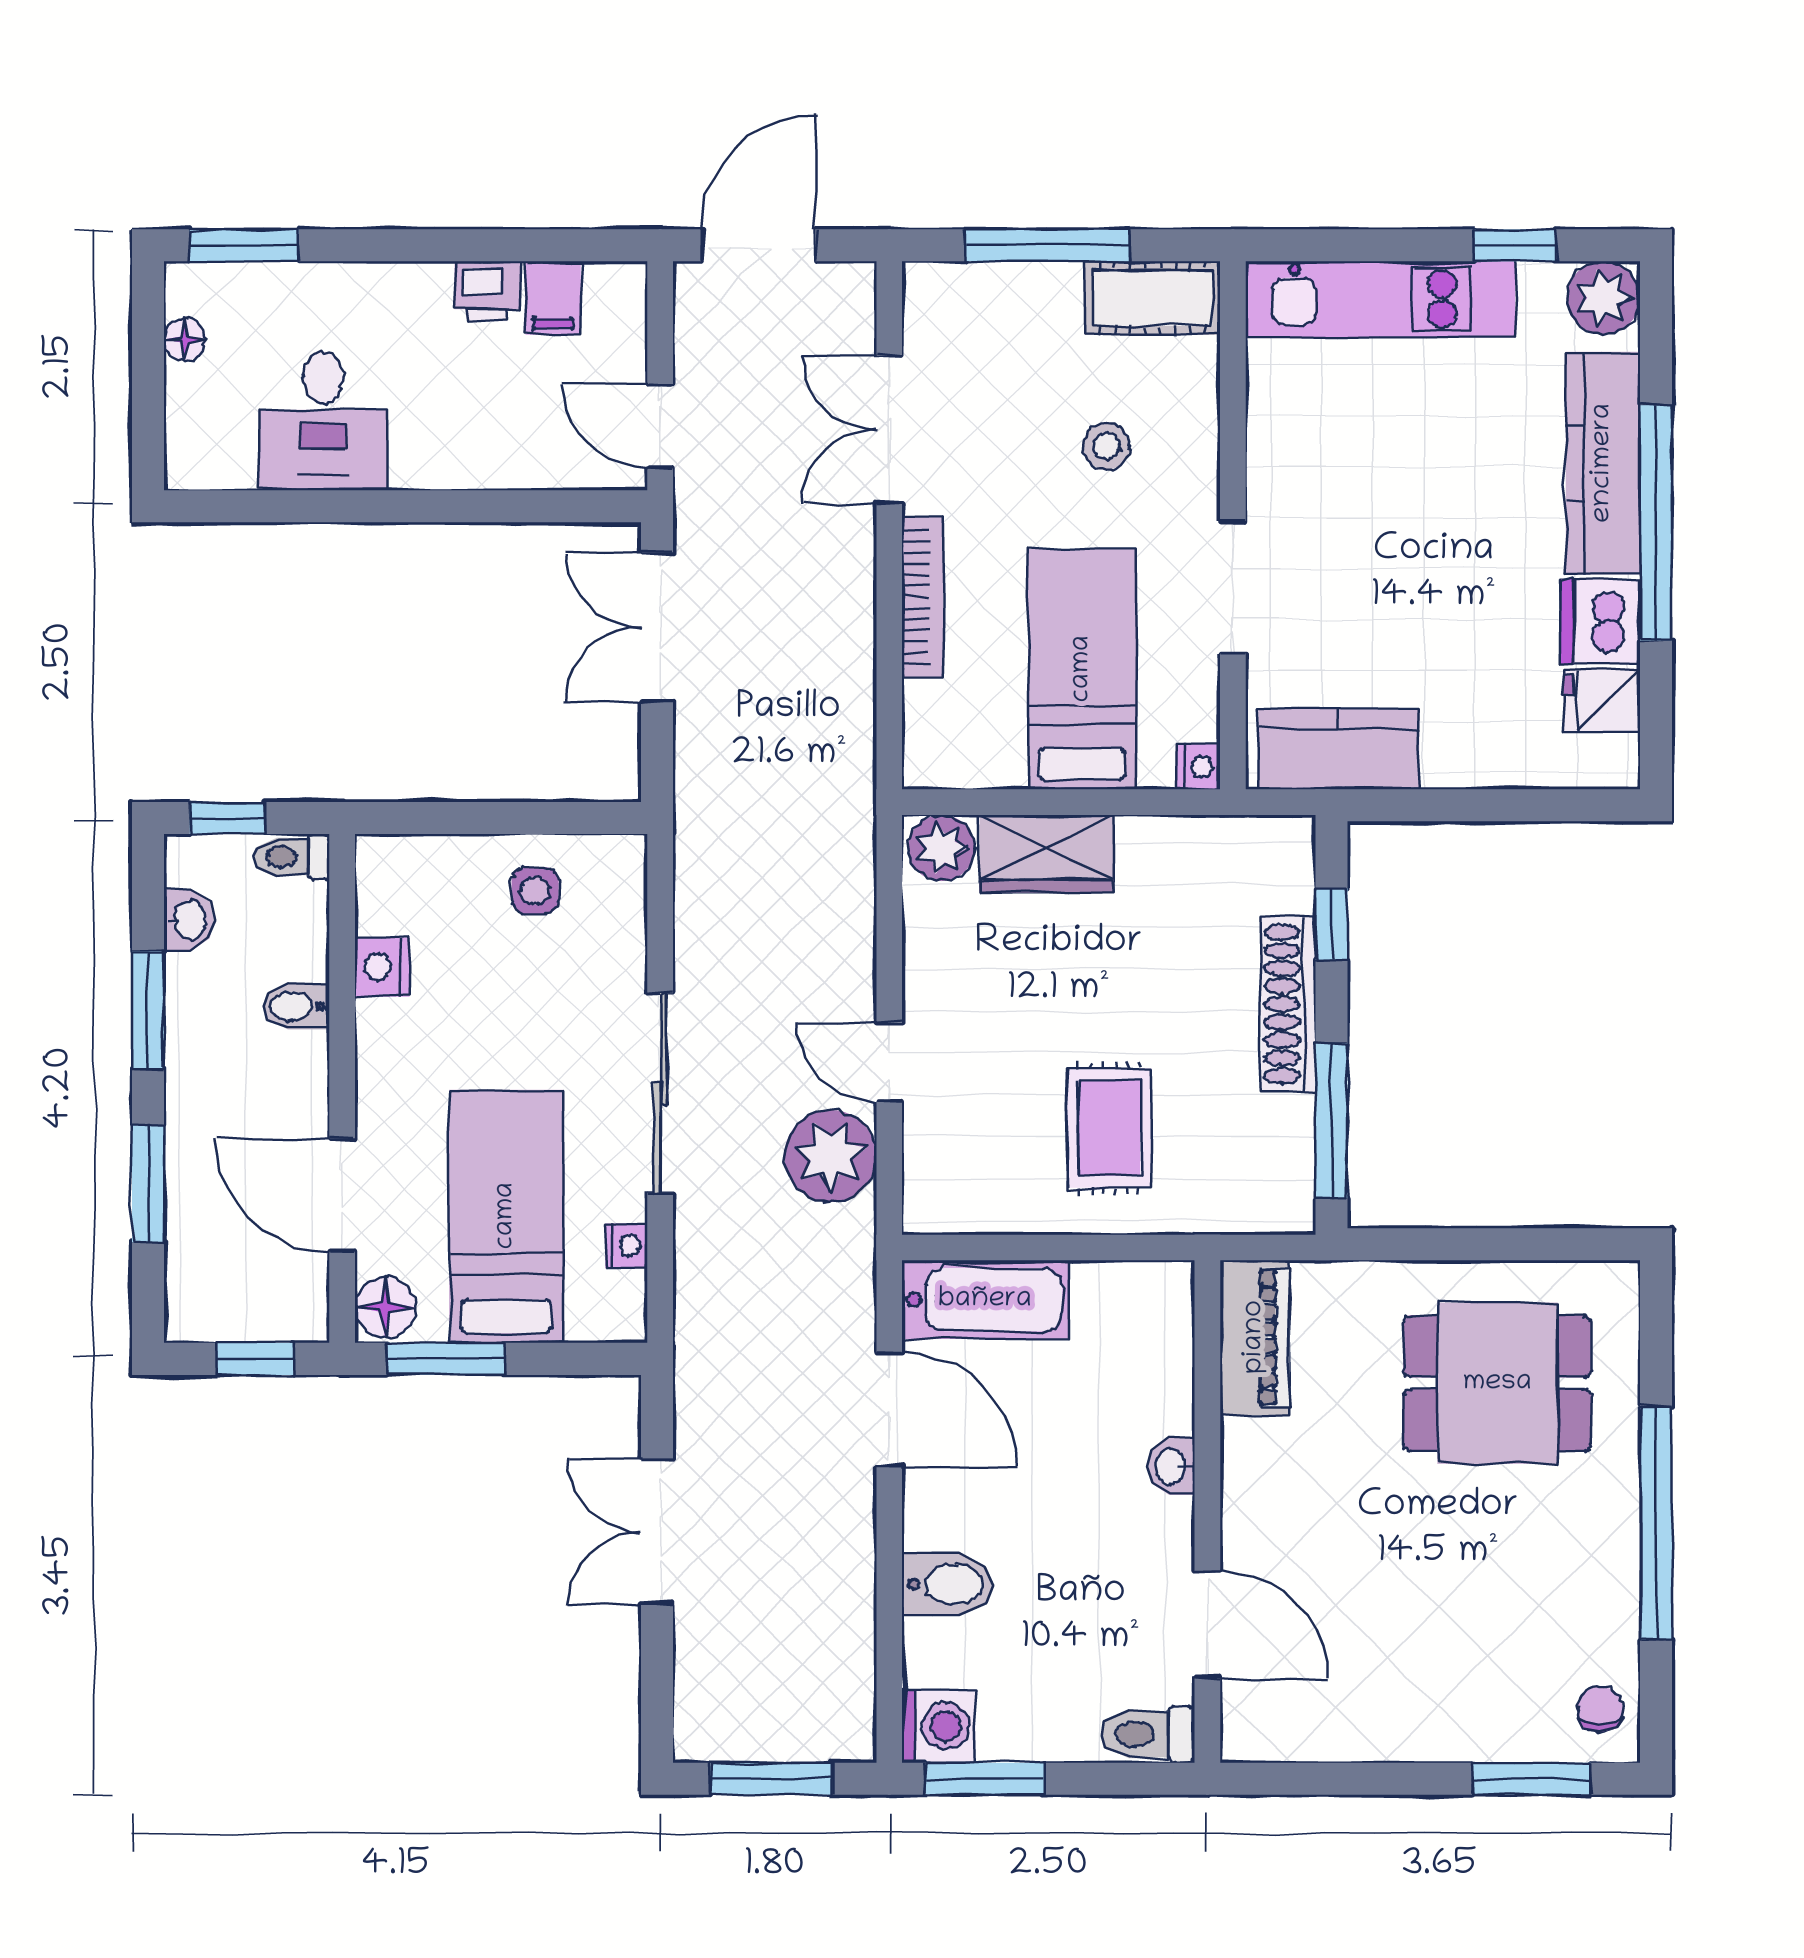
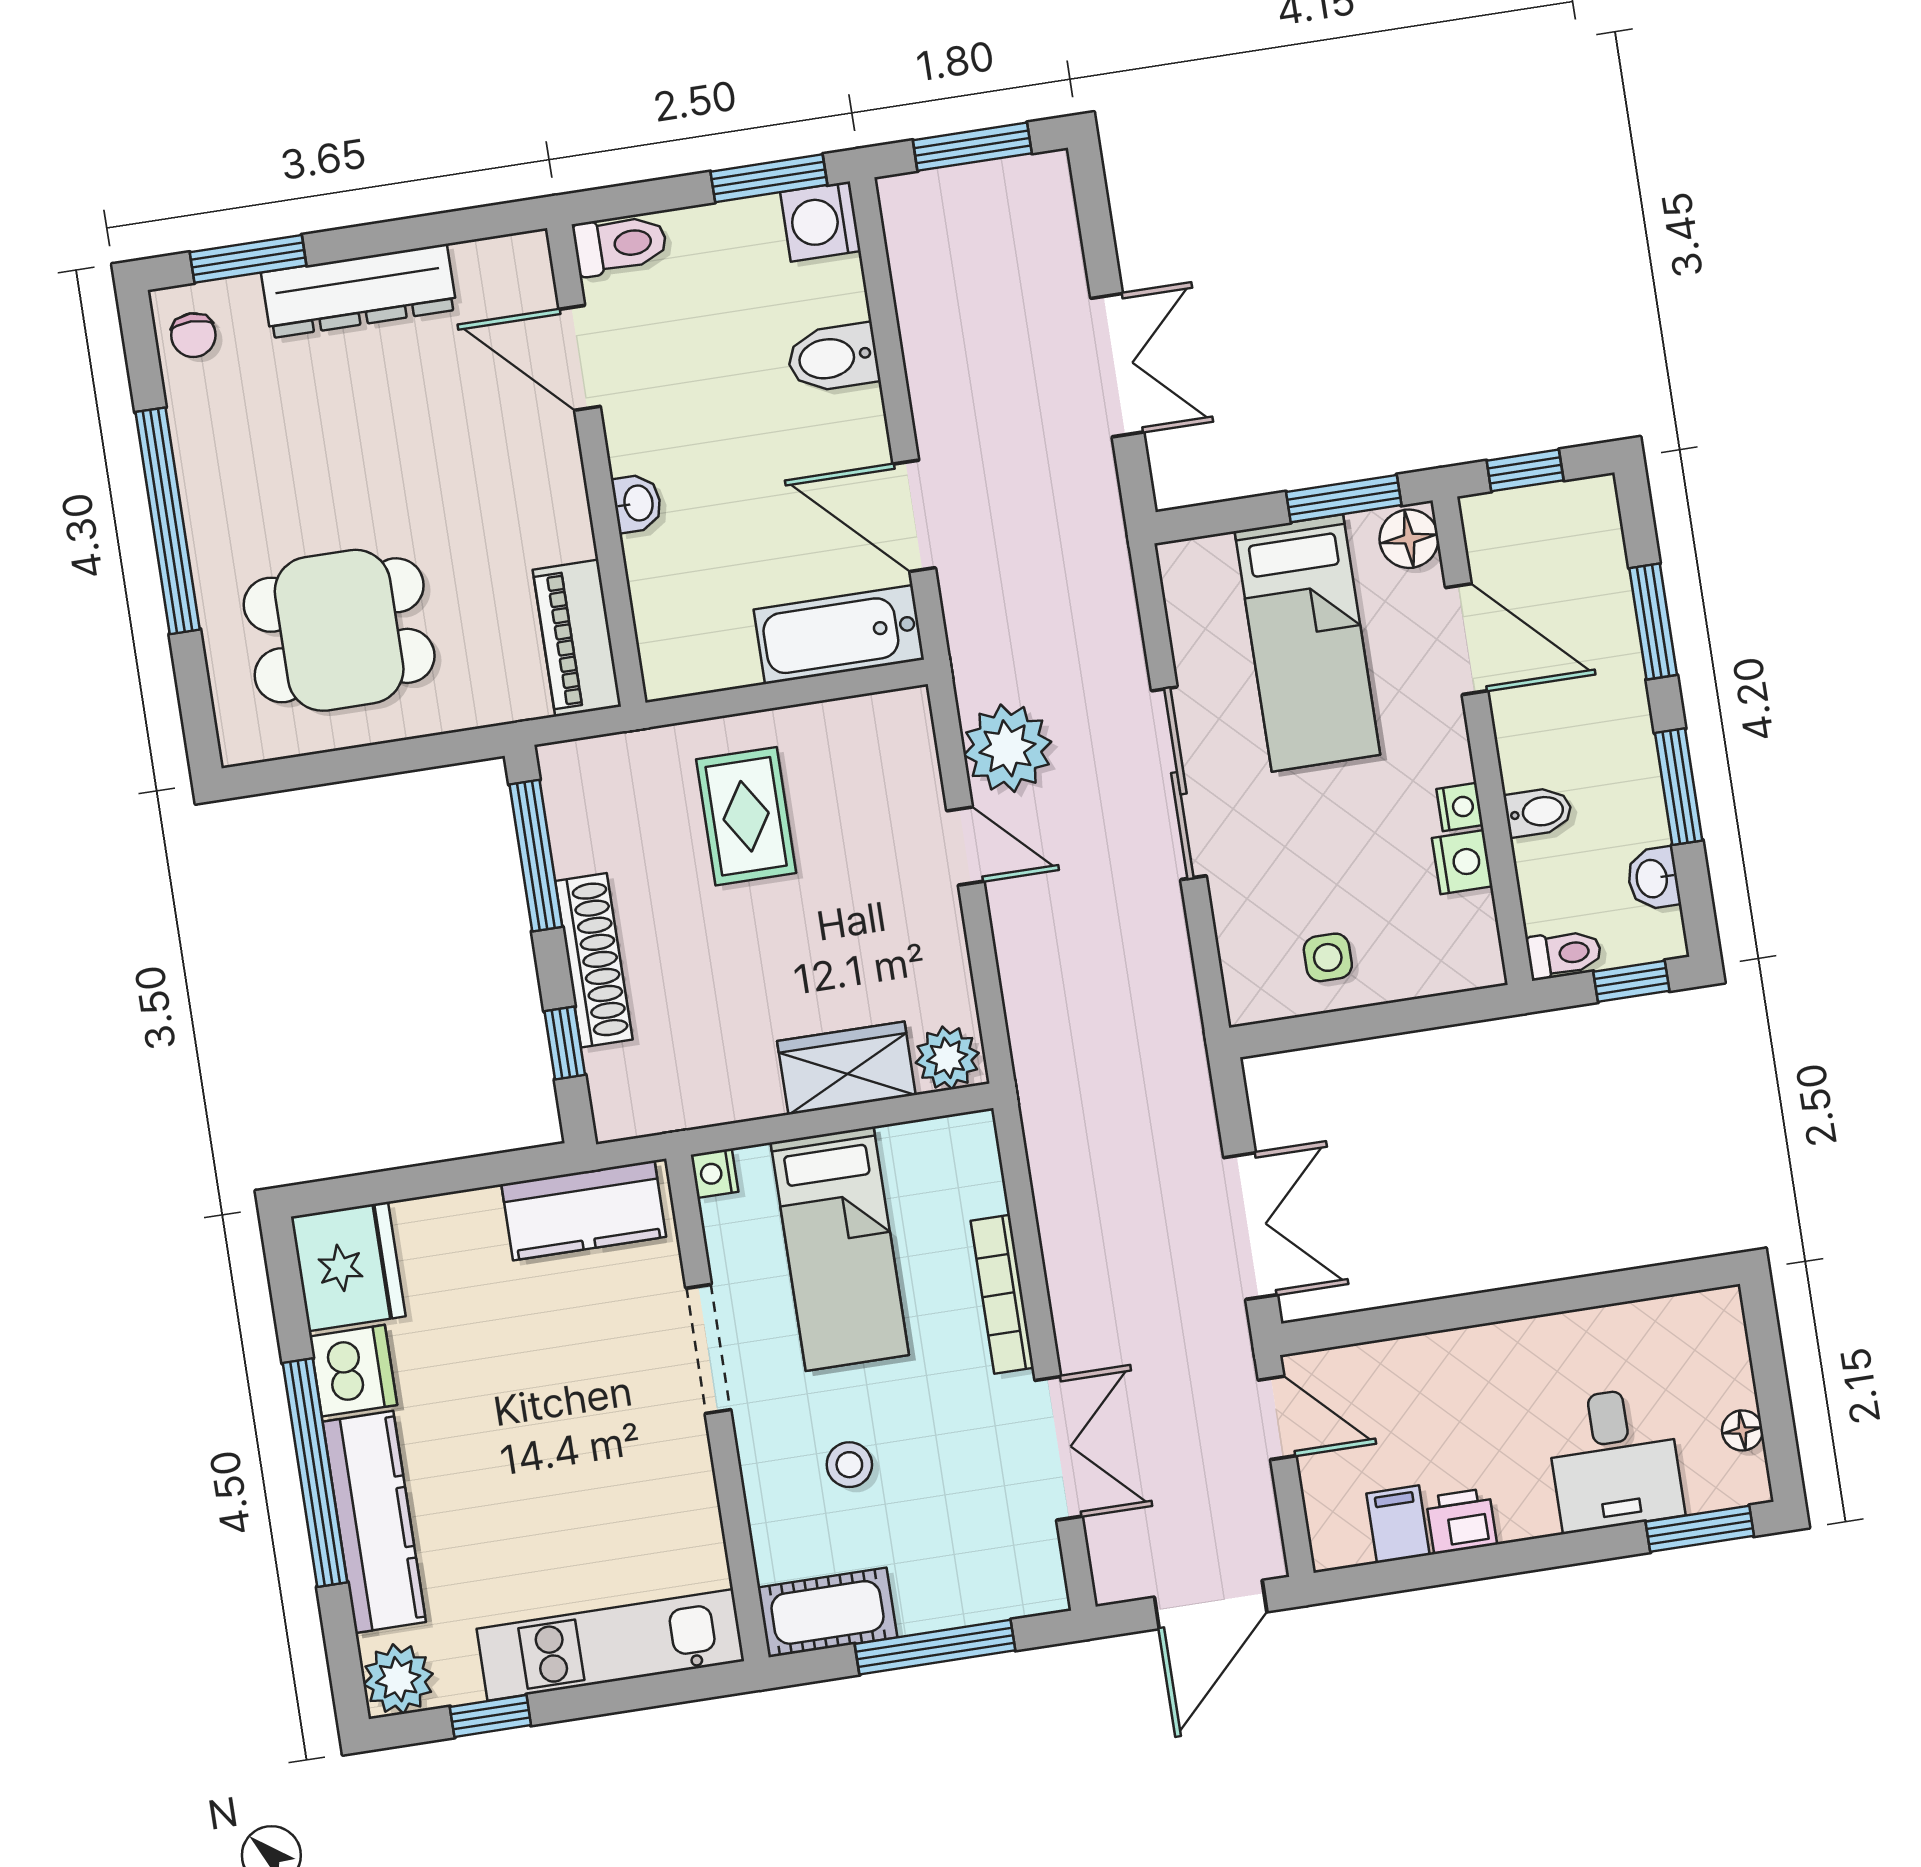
desk: (323, 421) -> (1614, 1459), moved, turned 180
fridge: (1602, 701) -> (348, 1267), width x1.88, depth x1.34
nightstand: (626, 1246) -> (1460, 807), moved, turned 180
dresser: (1423, 1728) -> (359, 291), added

